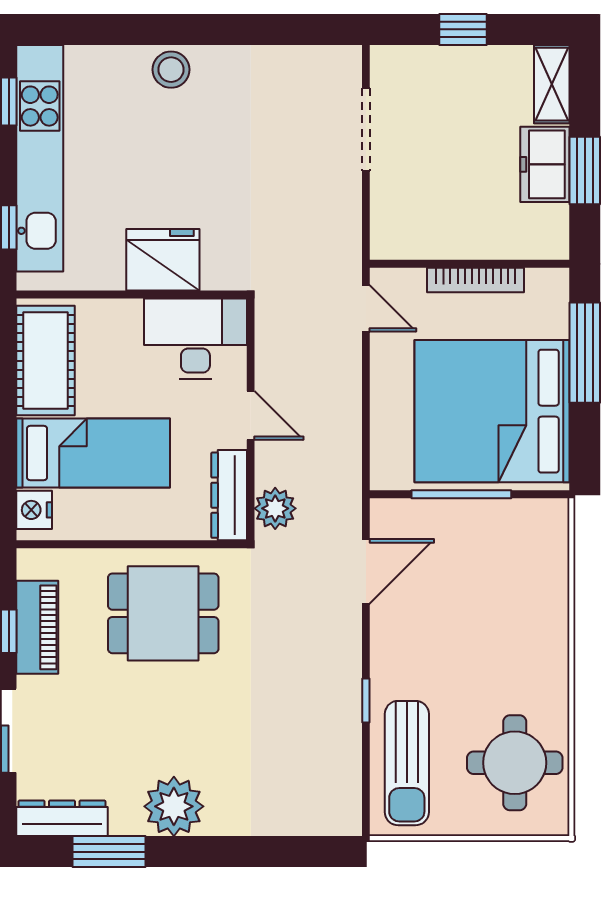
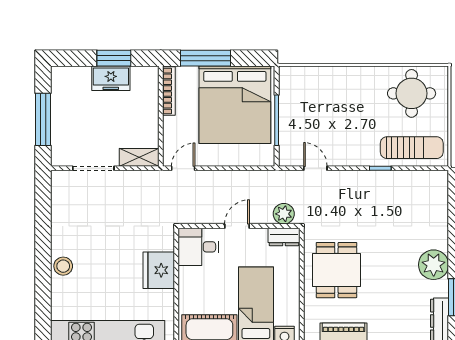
window: (463, 29) -> (43, 119), width x2.17
shelving: (552, 84) -> (139, 157), moved
bookcase: (475, 280) -> (169, 91), moved
desk: (195, 339) -> (198, 247), width x0.73
dresser: (229, 495) -> (284, 237), width x0.70
door: (366, 571) -> (315, 168), width x0.73

